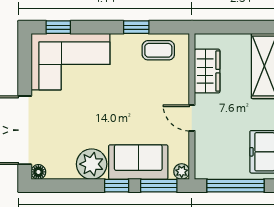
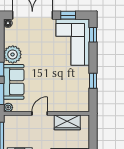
coffee table: (158, 50) -> (79, 94), removed
window: (25, 70) -> (68, 15), added

